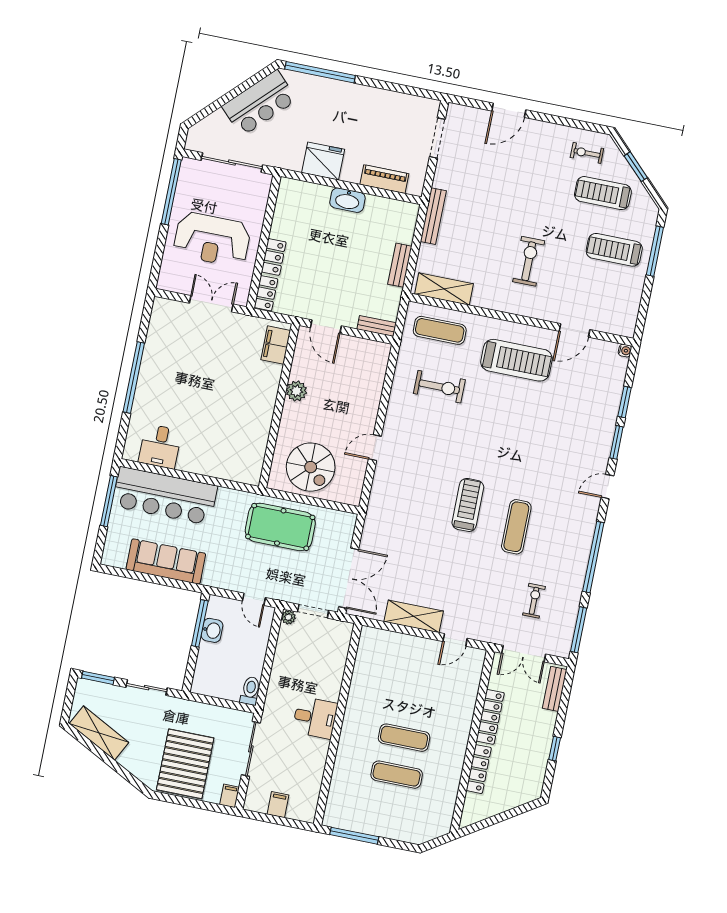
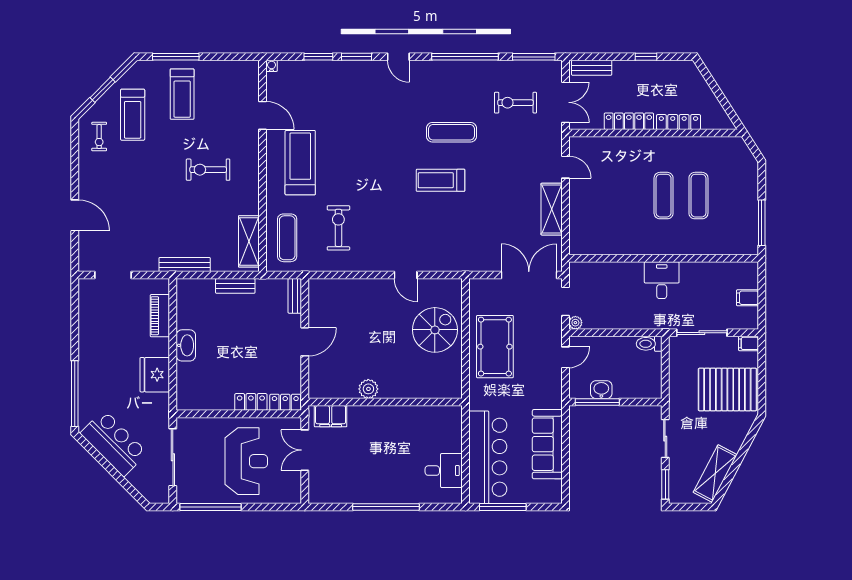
filing cabinet: (276, 345) -> (331, 416), moved
plant: (296, 391) -> (368, 389), moved
wall: (279, 406) -> (385, 402), moved
exercise bike: (534, 601) -> (516, 103), width x1.38, depth x1.39

